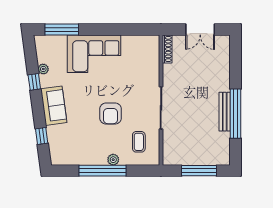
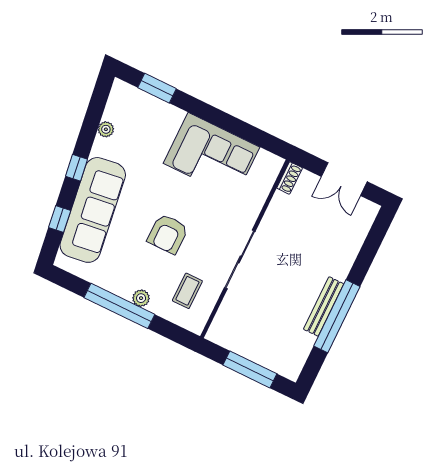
window: (62, 30) -> (157, 88), width x0.69
shoe rack: (167, 49) -> (290, 178), width x0.70
corner sofa: (94, 54) -> (212, 155), moved
window: (34, 82) -> (76, 168), moved
sofa: (54, 106) -> (93, 210), width x1.85, depth x1.27

